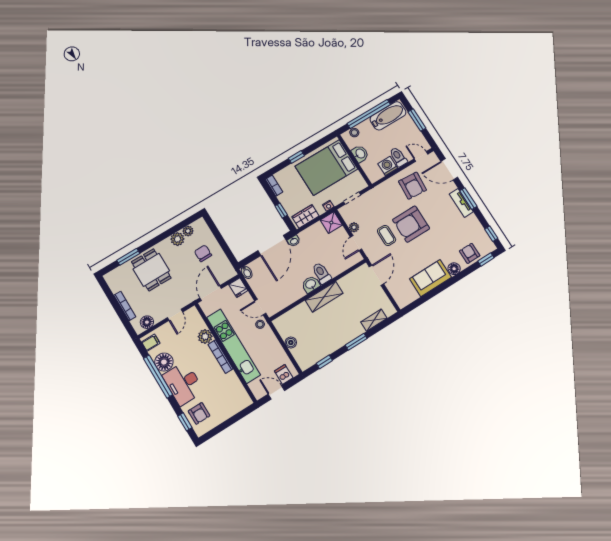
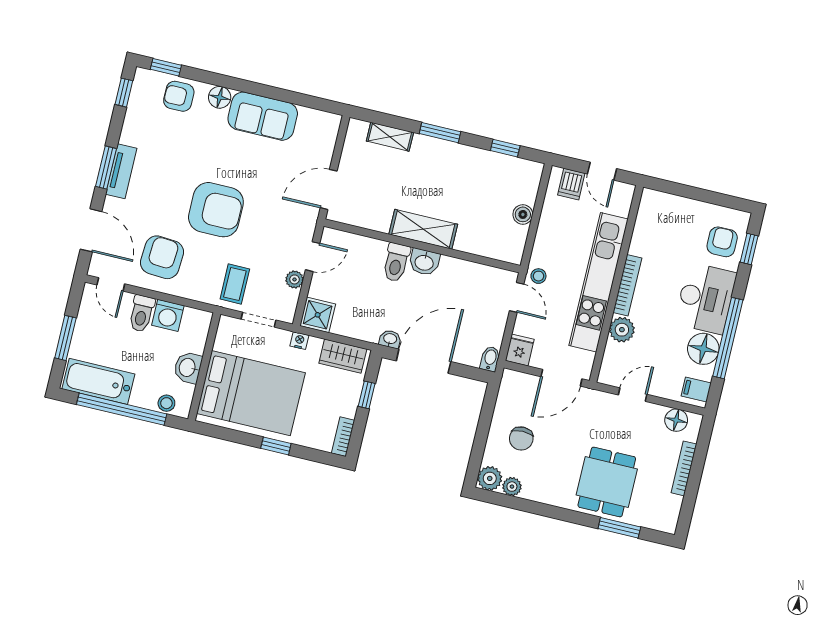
coffee table: (387, 235) -> (235, 284), moved
plant: (177, 239) -> (490, 478), moved
armchair: (470, 253) -> (179, 96), turned 90

